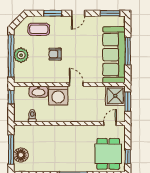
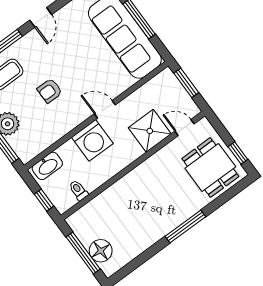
washbasin: (38, 92) -> (47, 166), moved
shower: (115, 96) -> (150, 131), moved
window: (11, 97) -> (44, 200), moved
door: (110, 124) -> (184, 128), hinge flipped

